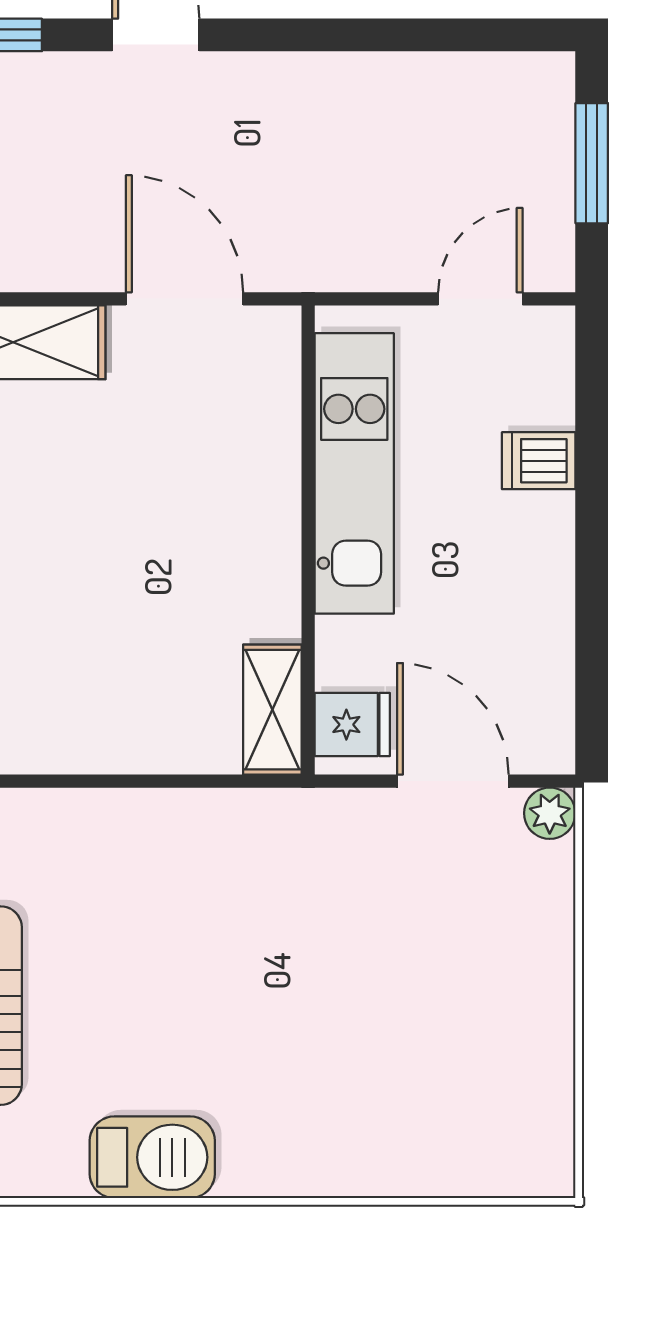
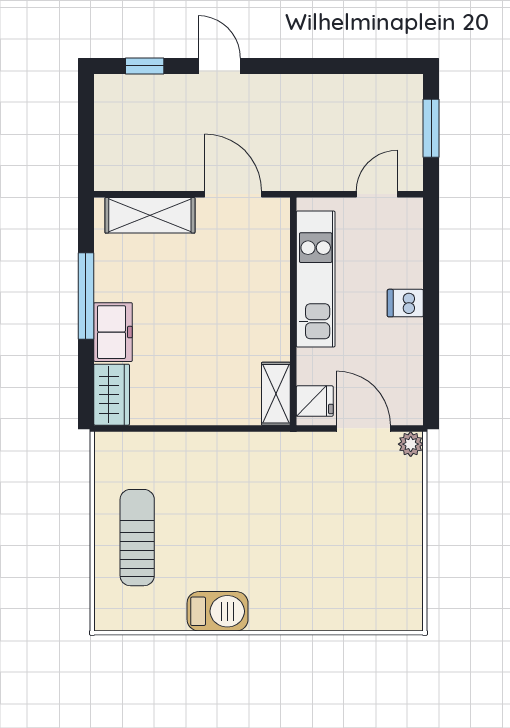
dishwasher: (539, 461) -> (405, 303), moved

